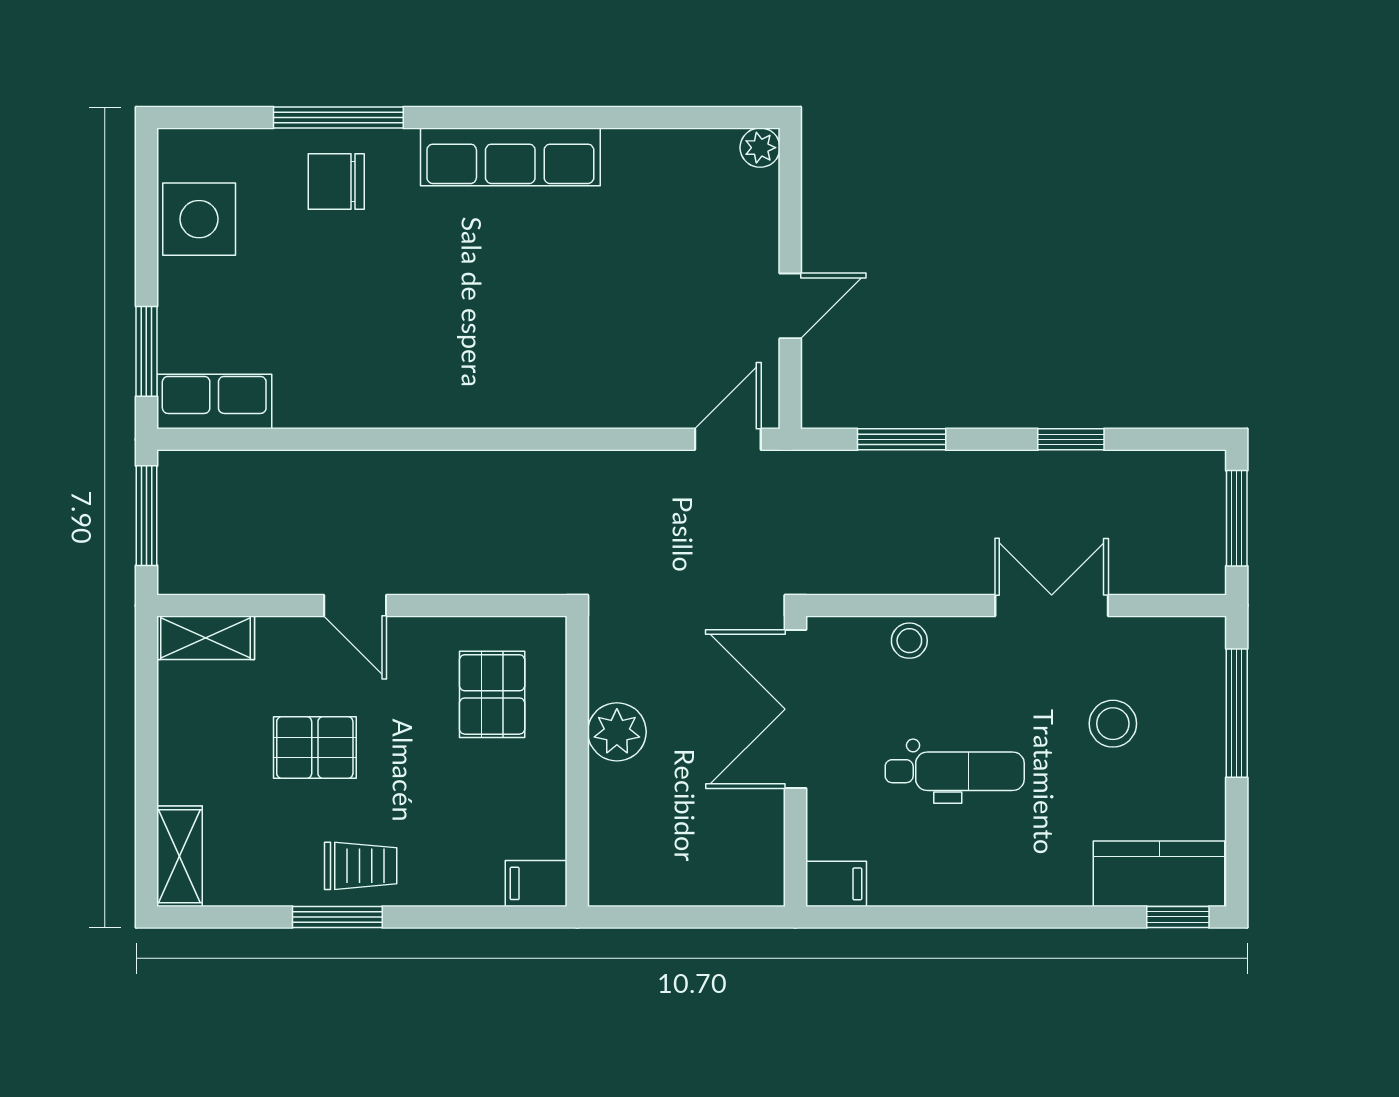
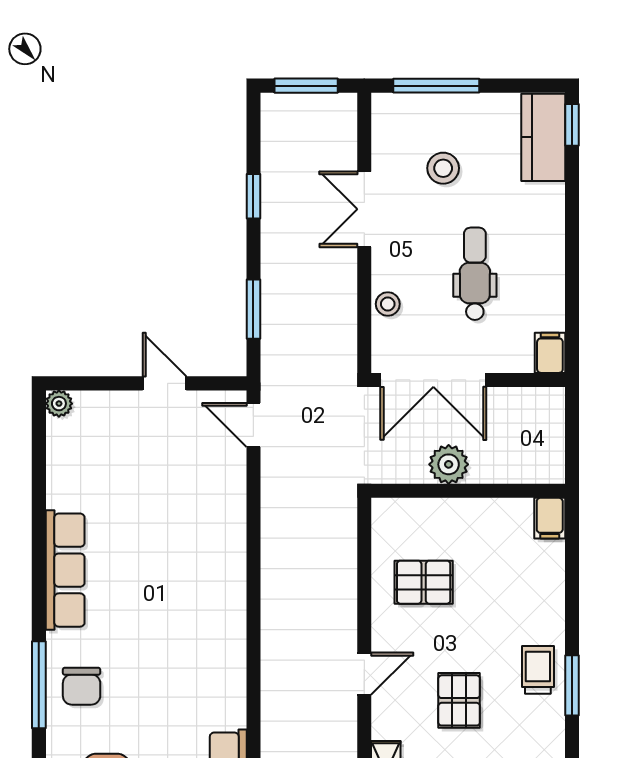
plant: (617, 732) -> (449, 464), moved
wall: (577, 761) -> (468, 491), moved
filing cabinet: (536, 883) -> (550, 518), moved

